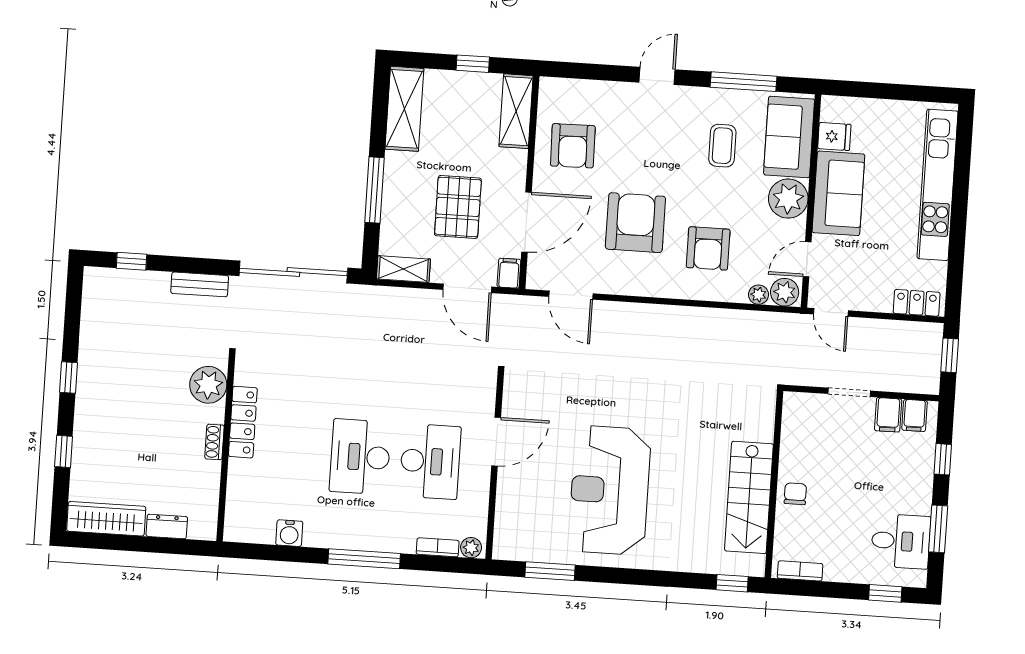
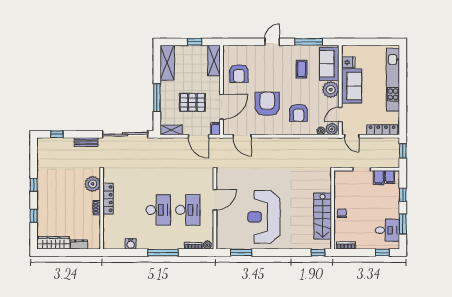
pallet: (458, 207) -> (192, 102), turned 90
locker: (917, 303) -> (382, 130), width x1.53
desk: (360, 457) -> (158, 210), turned 180

